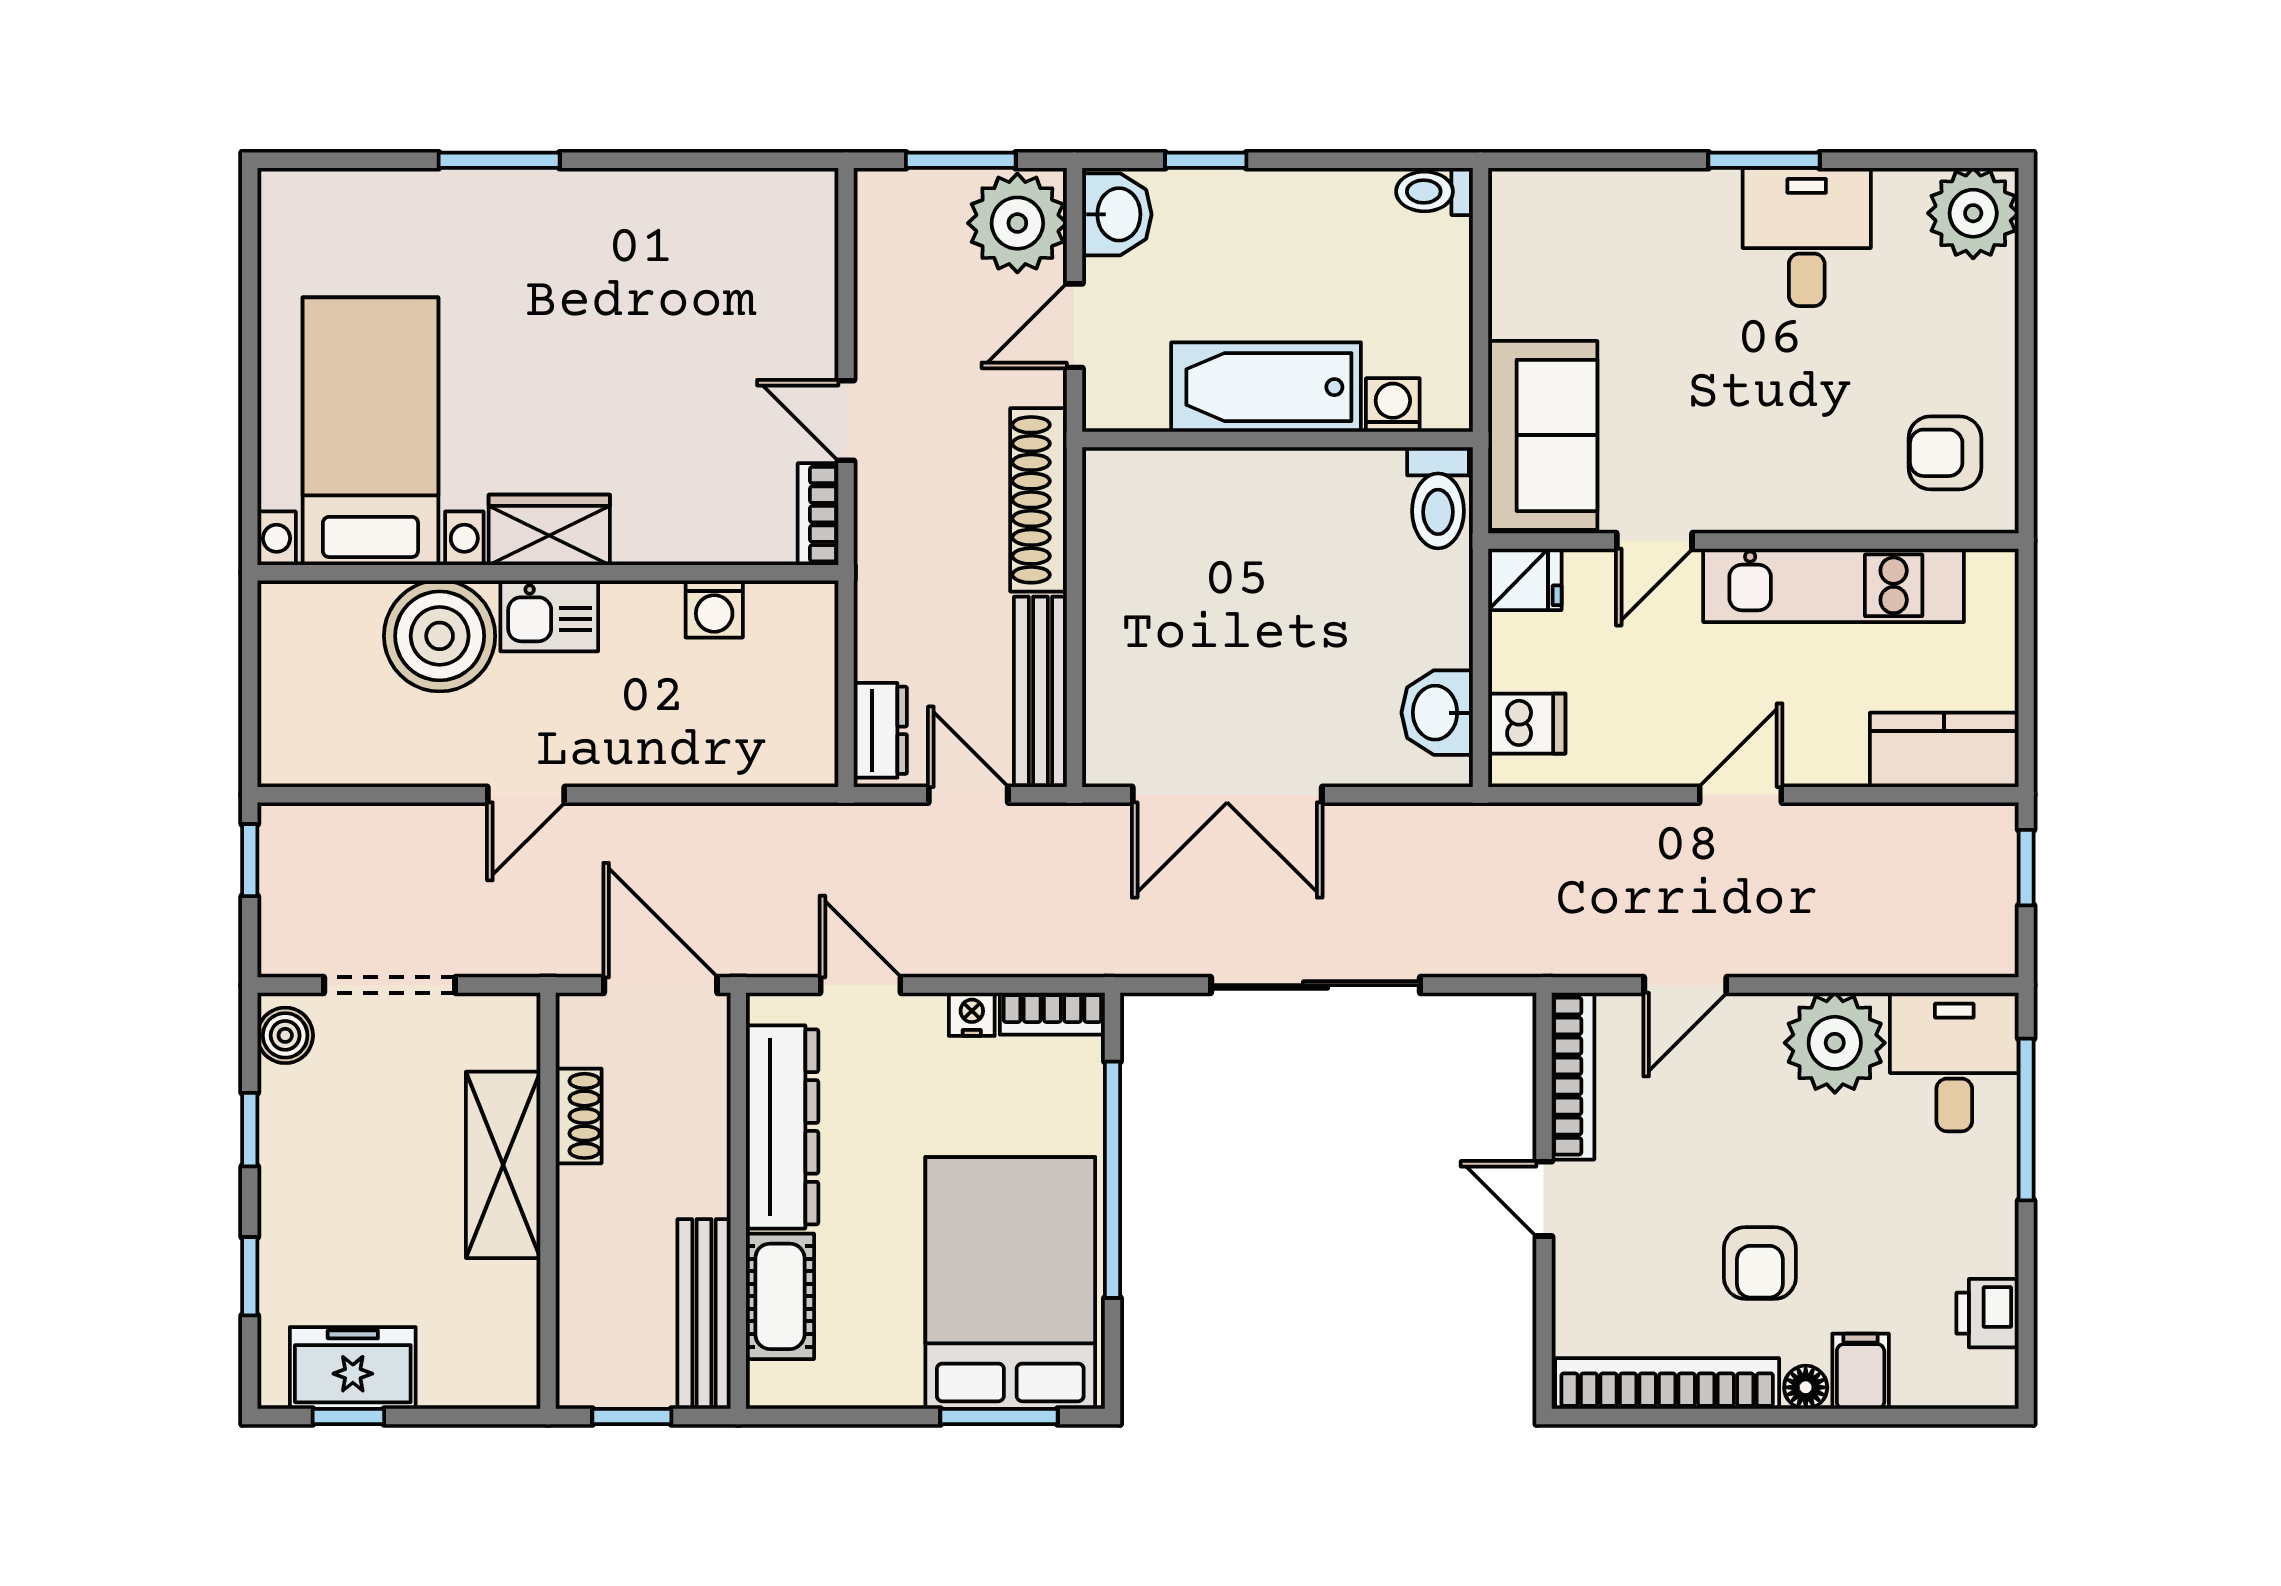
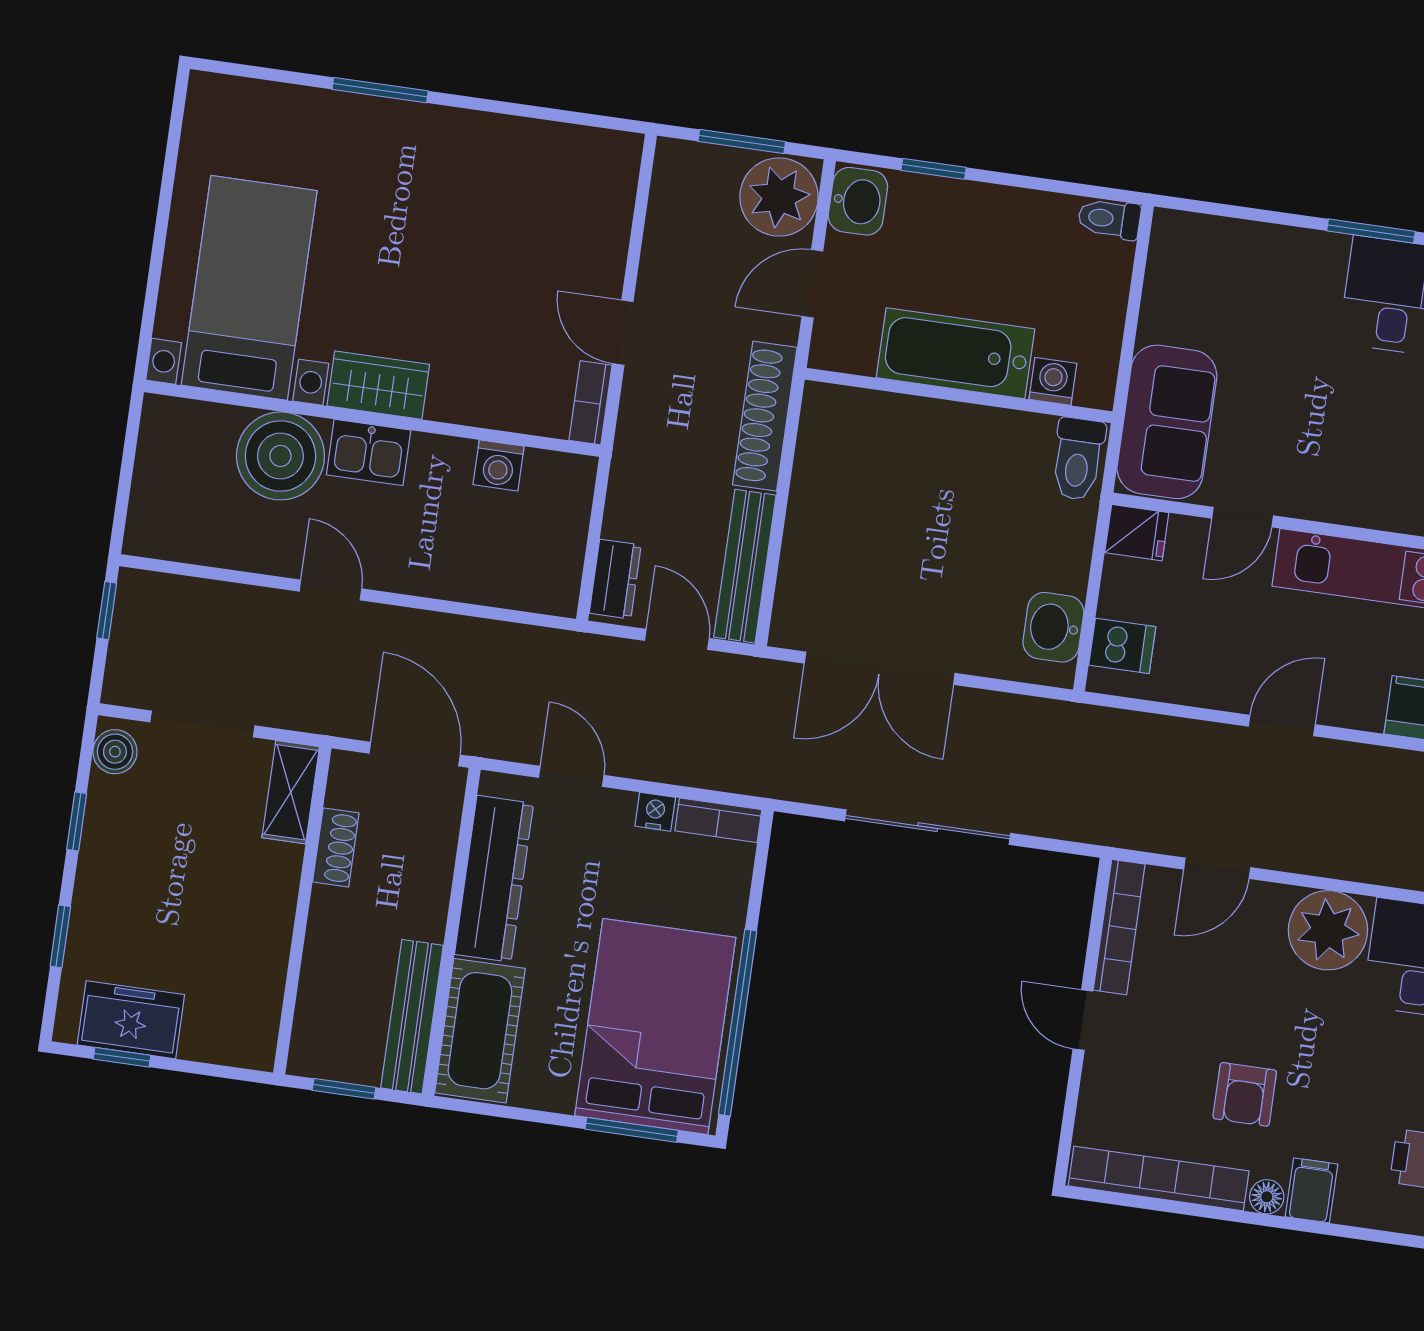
door: (526, 795) -> (330, 590), swing flipped
shelving: (503, 1165) -> (291, 792), moved, width x0.67, depth x0.75
window: (1113, 1180) -> (738, 1023), moved
cot: (780, 1296) -> (480, 1031), width x1.37, depth x1.34

